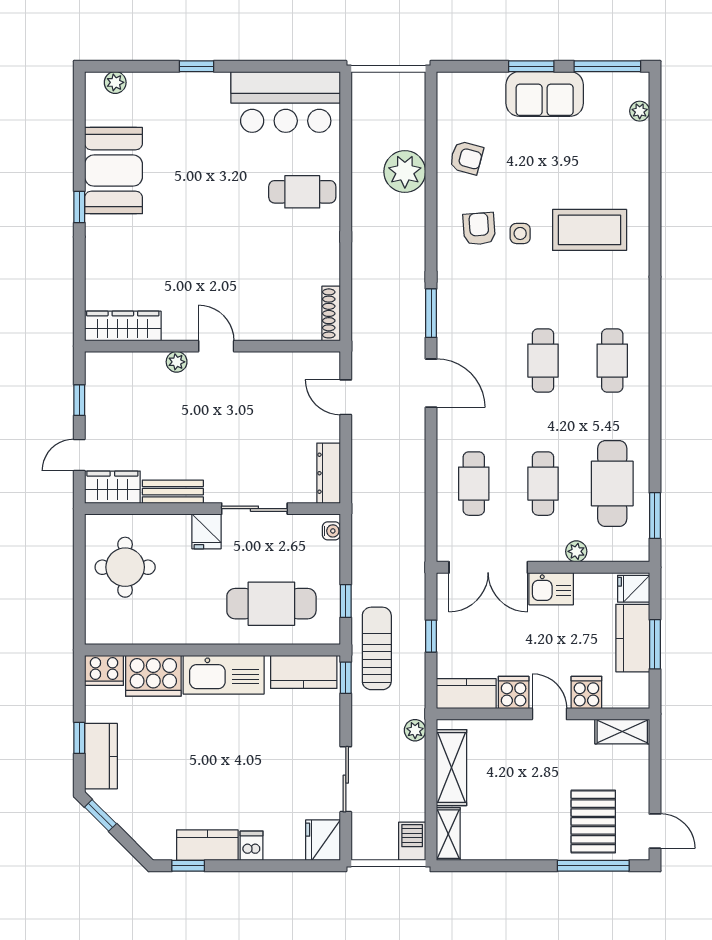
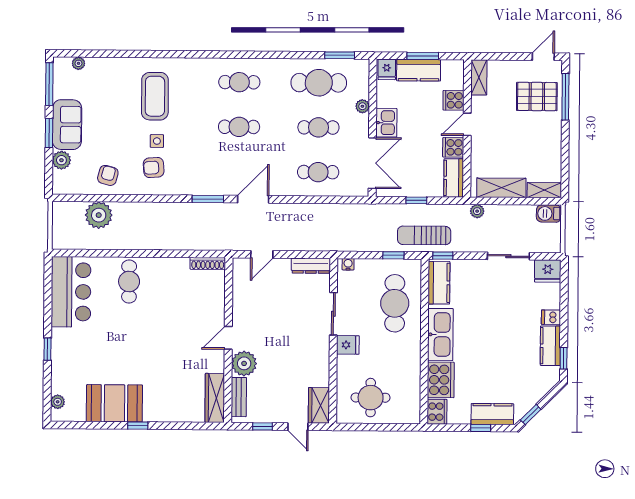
plant: (489, 86) -> (61, 160), added
plant: (405, 172) -> (99, 215), moved
plant: (177, 362) -> (244, 363), width x1.87, depth x1.87
bench: (173, 492) -> (239, 397), moved

